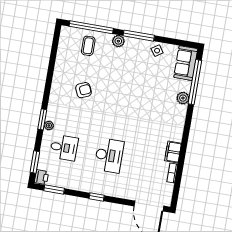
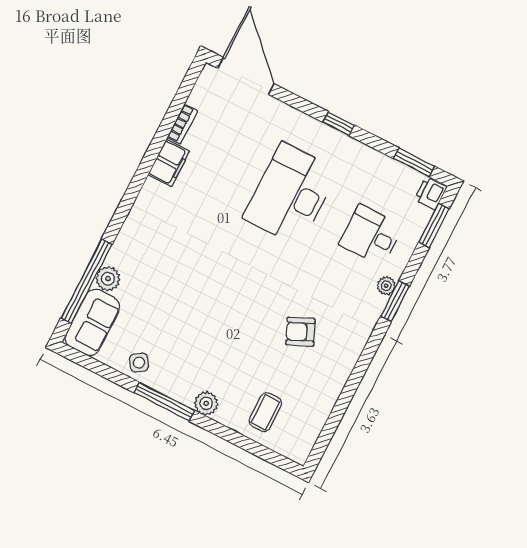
window: (91, 27) -> (249, 445), removed
plant: (183, 98) -> (108, 279), moved
desk: (109, 155) -> (291, 194), width x1.36, depth x1.30

